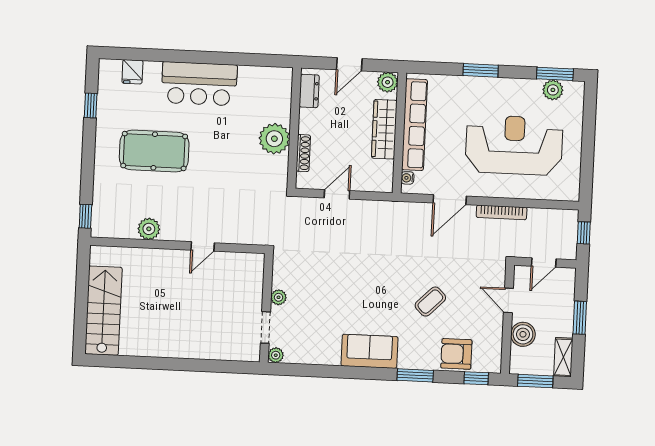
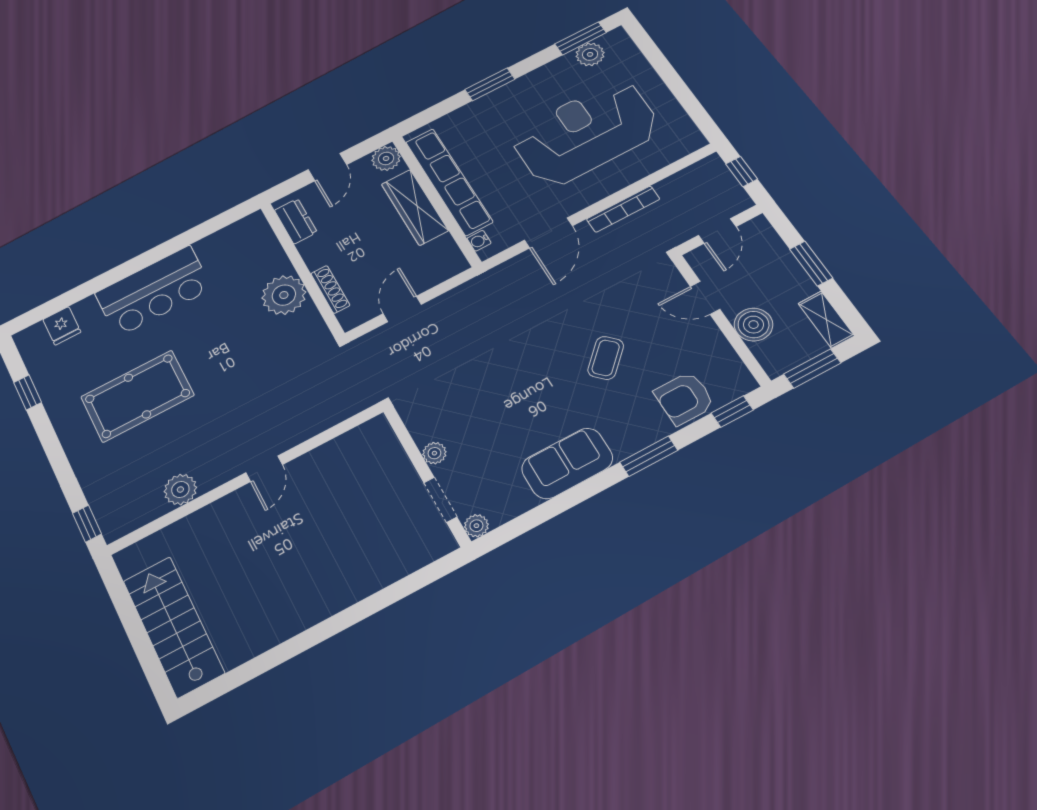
plant: (279, 297) -> (434, 453), moved
wall: (266, 308) -> (426, 475), moved
doorway: (265, 327) -> (440, 500), moved
plant: (276, 355) -> (476, 526), moved

